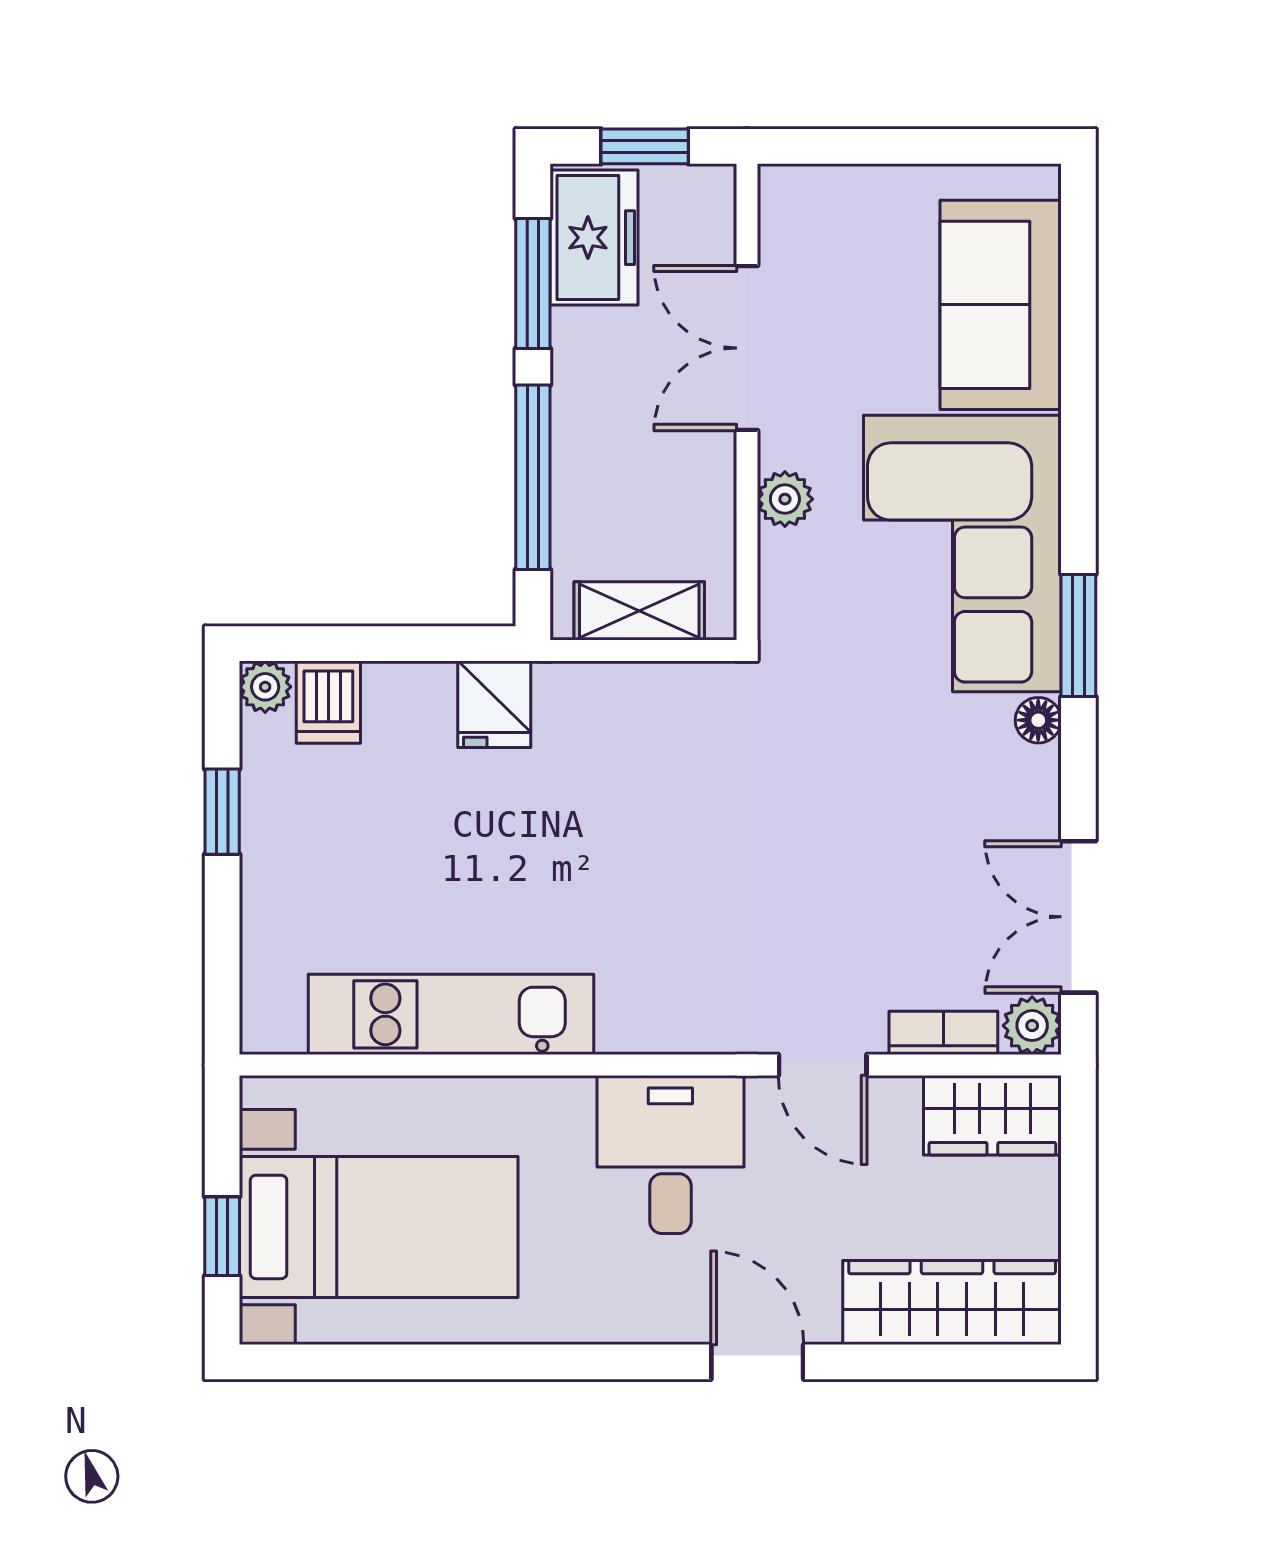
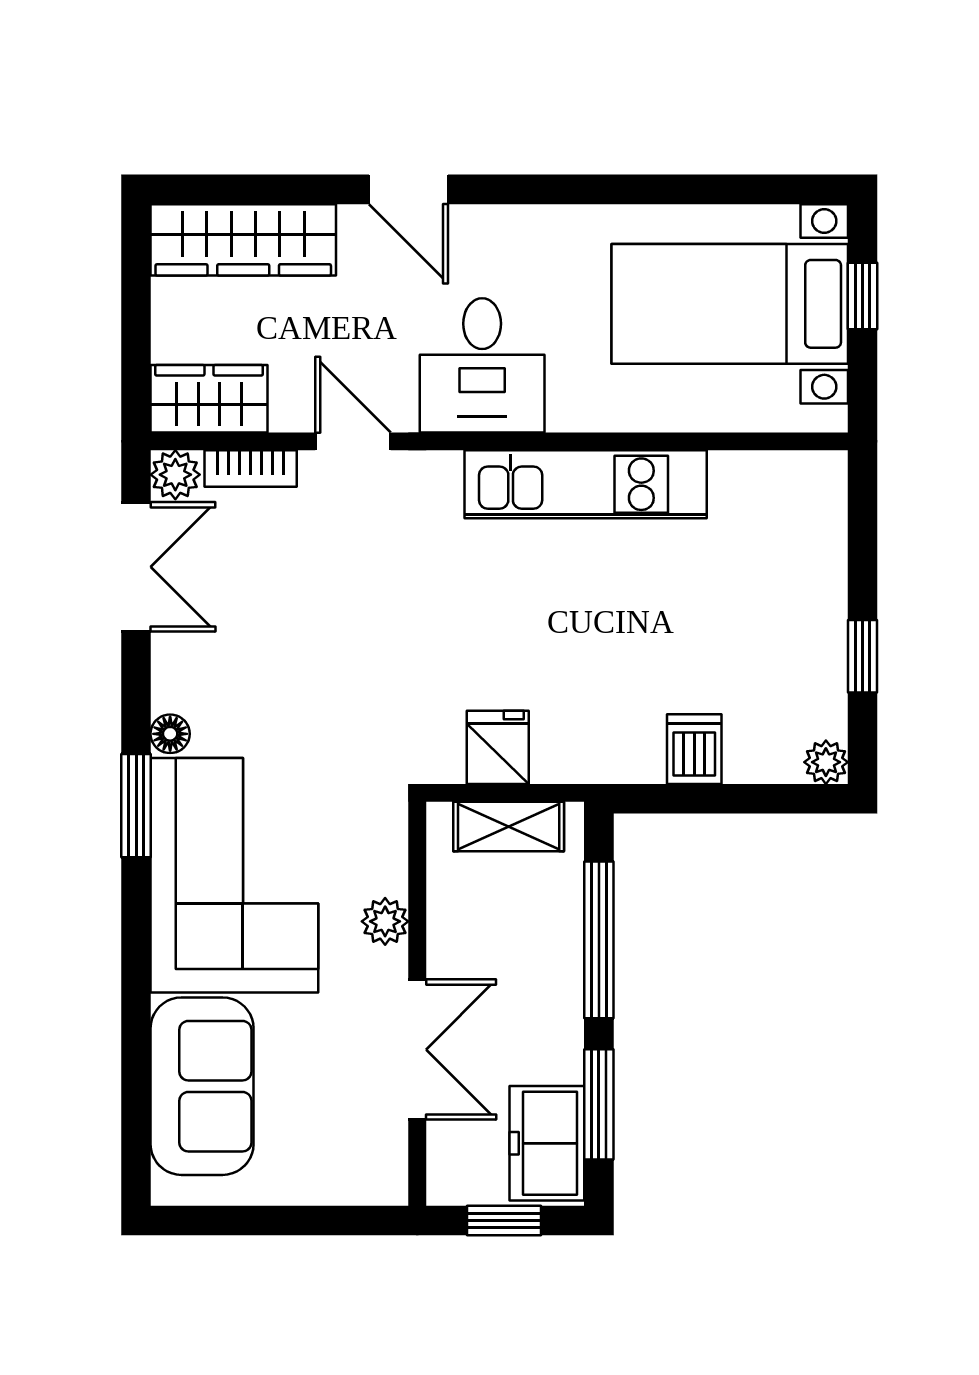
dishwasher: (328, 702) -> (694, 749), moved
fridge: (494, 704) -> (498, 747), moved
kitchen unit: (451, 1014) -> (586, 484), moved

